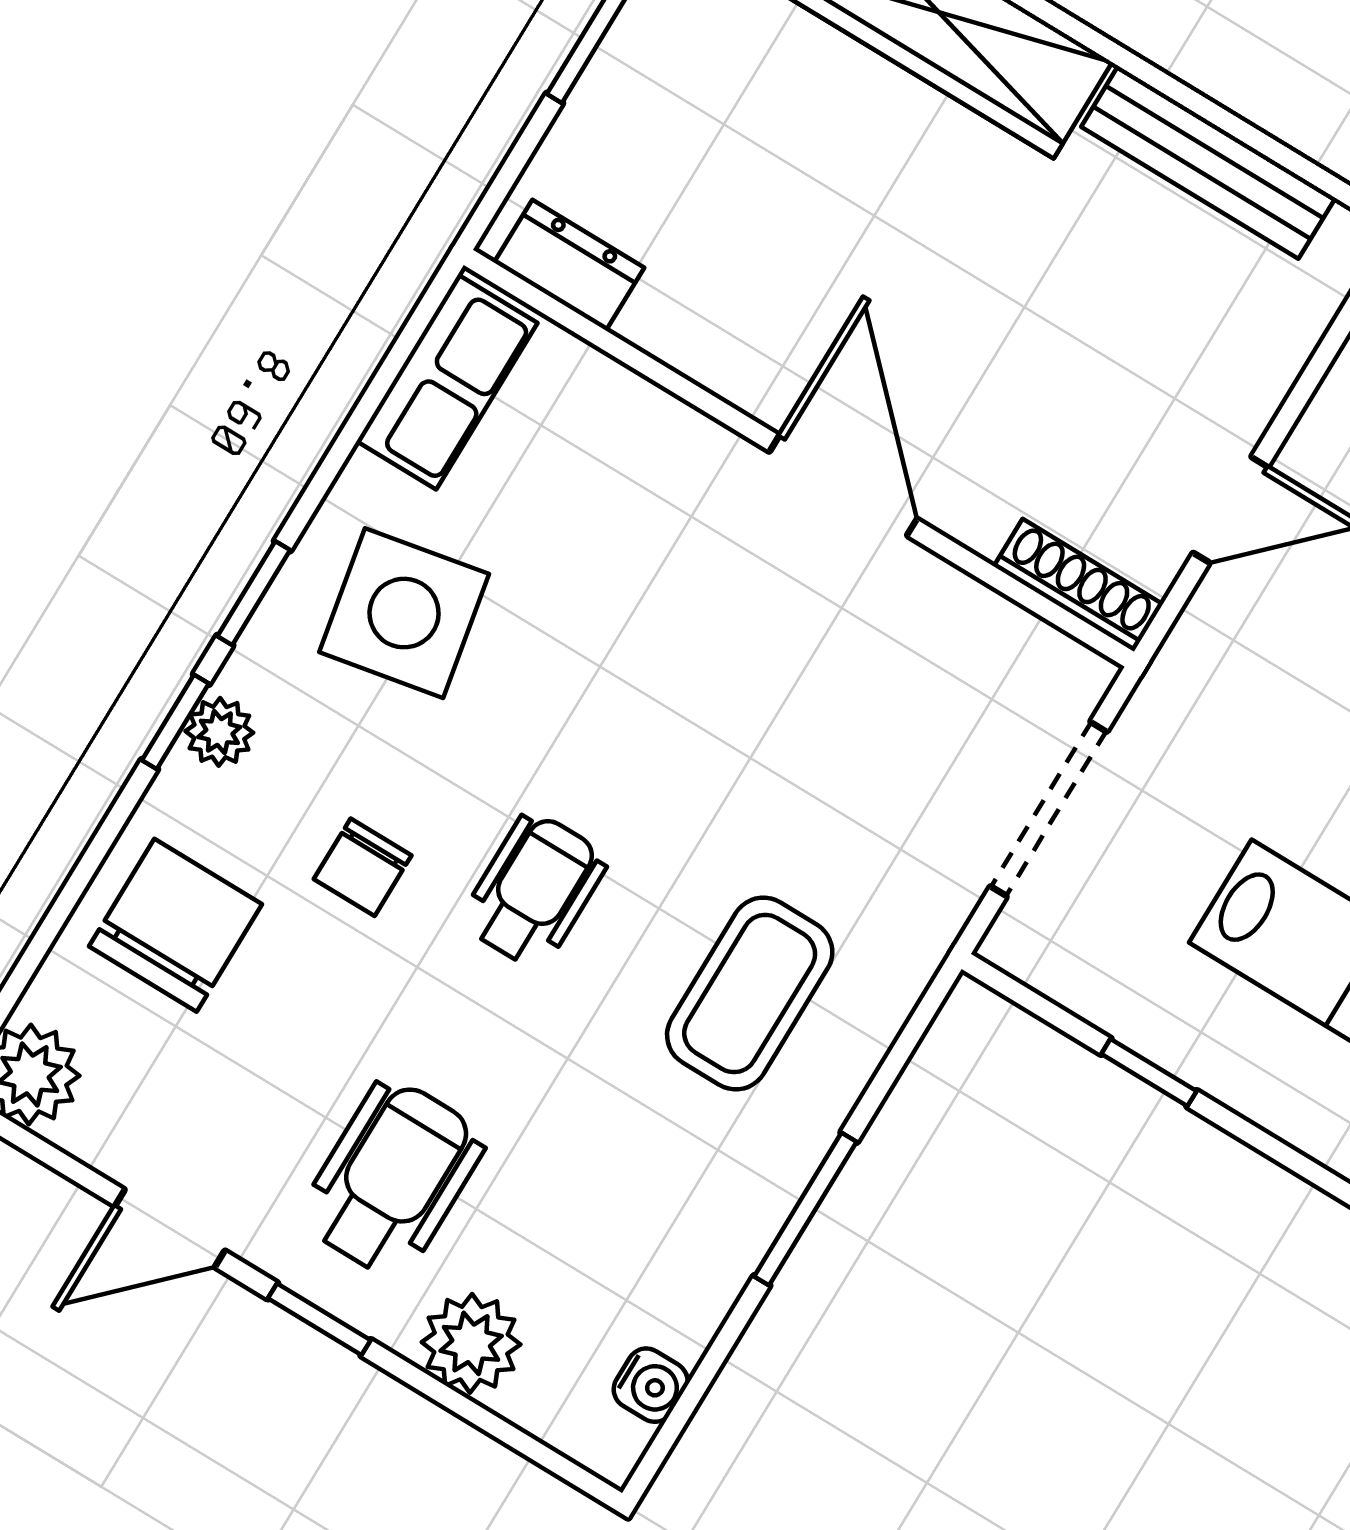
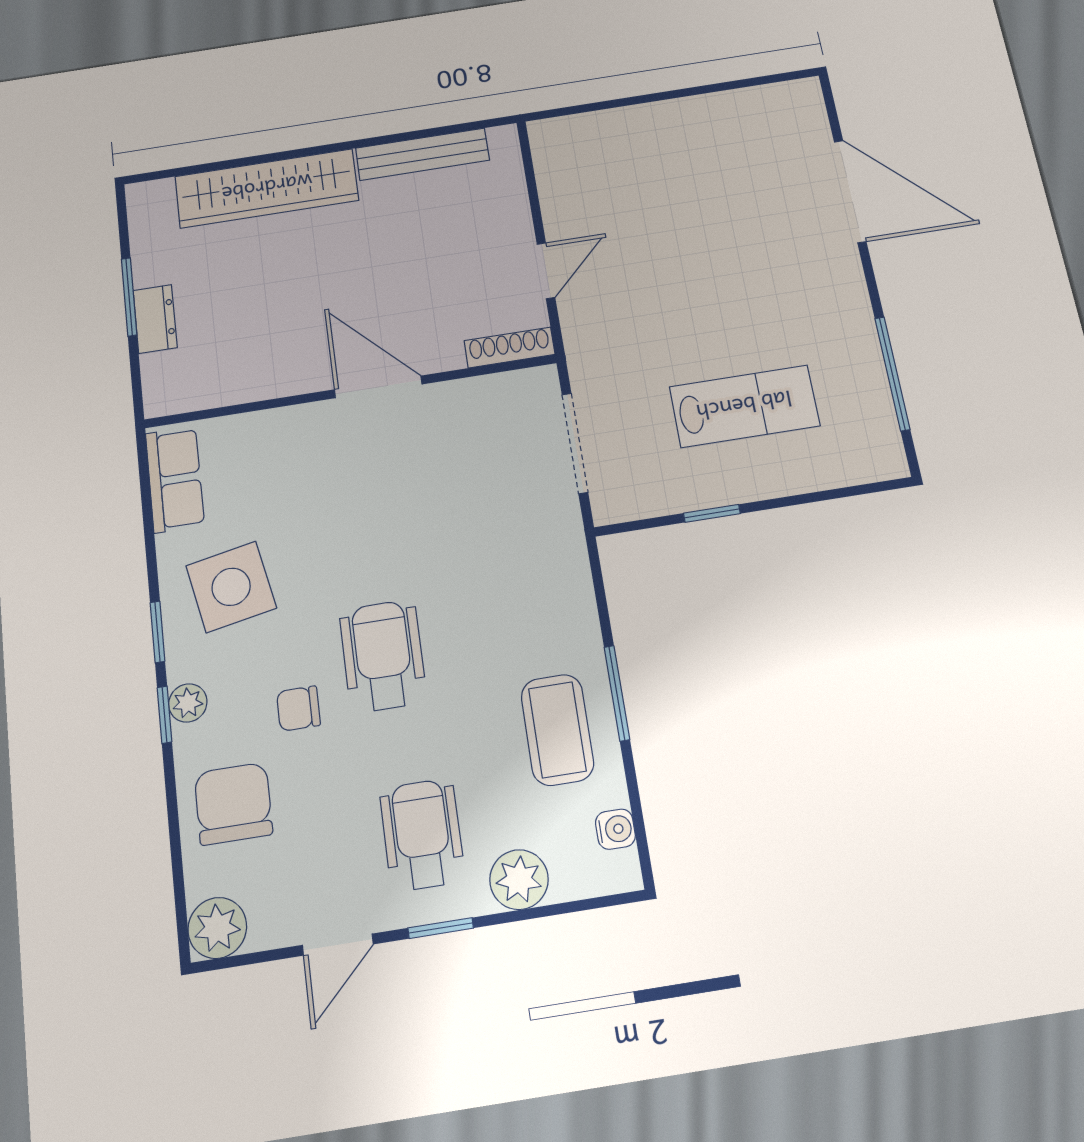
dresser: (569, 265) -> (155, 319), moved, turned 90
chair: (363, 867) -> (298, 709), turned 90
wheelchair: (534, 890) -> (383, 656), width x1.36, depth x1.37
coffee table: (750, 994) -> (557, 730), moved

